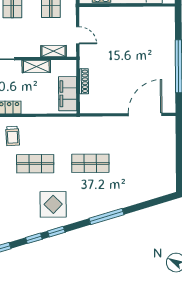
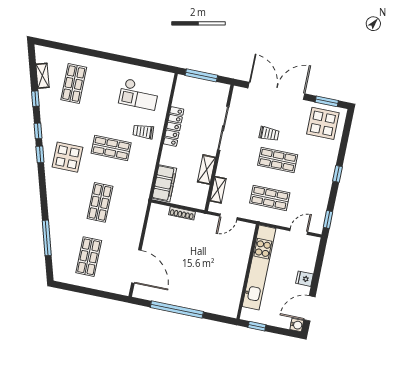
filing cabinet: (68, 94) -> (164, 183), moved, turned 90
shop shelf: (146, 163) -> (89, 257), added
shop shelf: (35, 164) -> (111, 148), turned 90
window: (106, 216) -> (47, 238), moved

